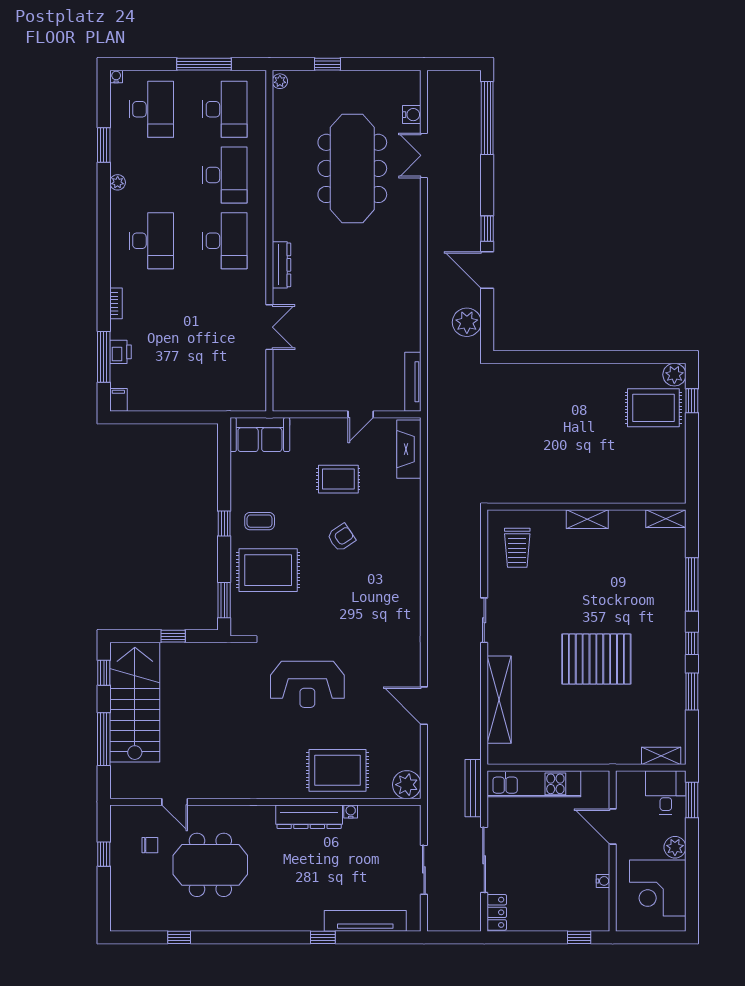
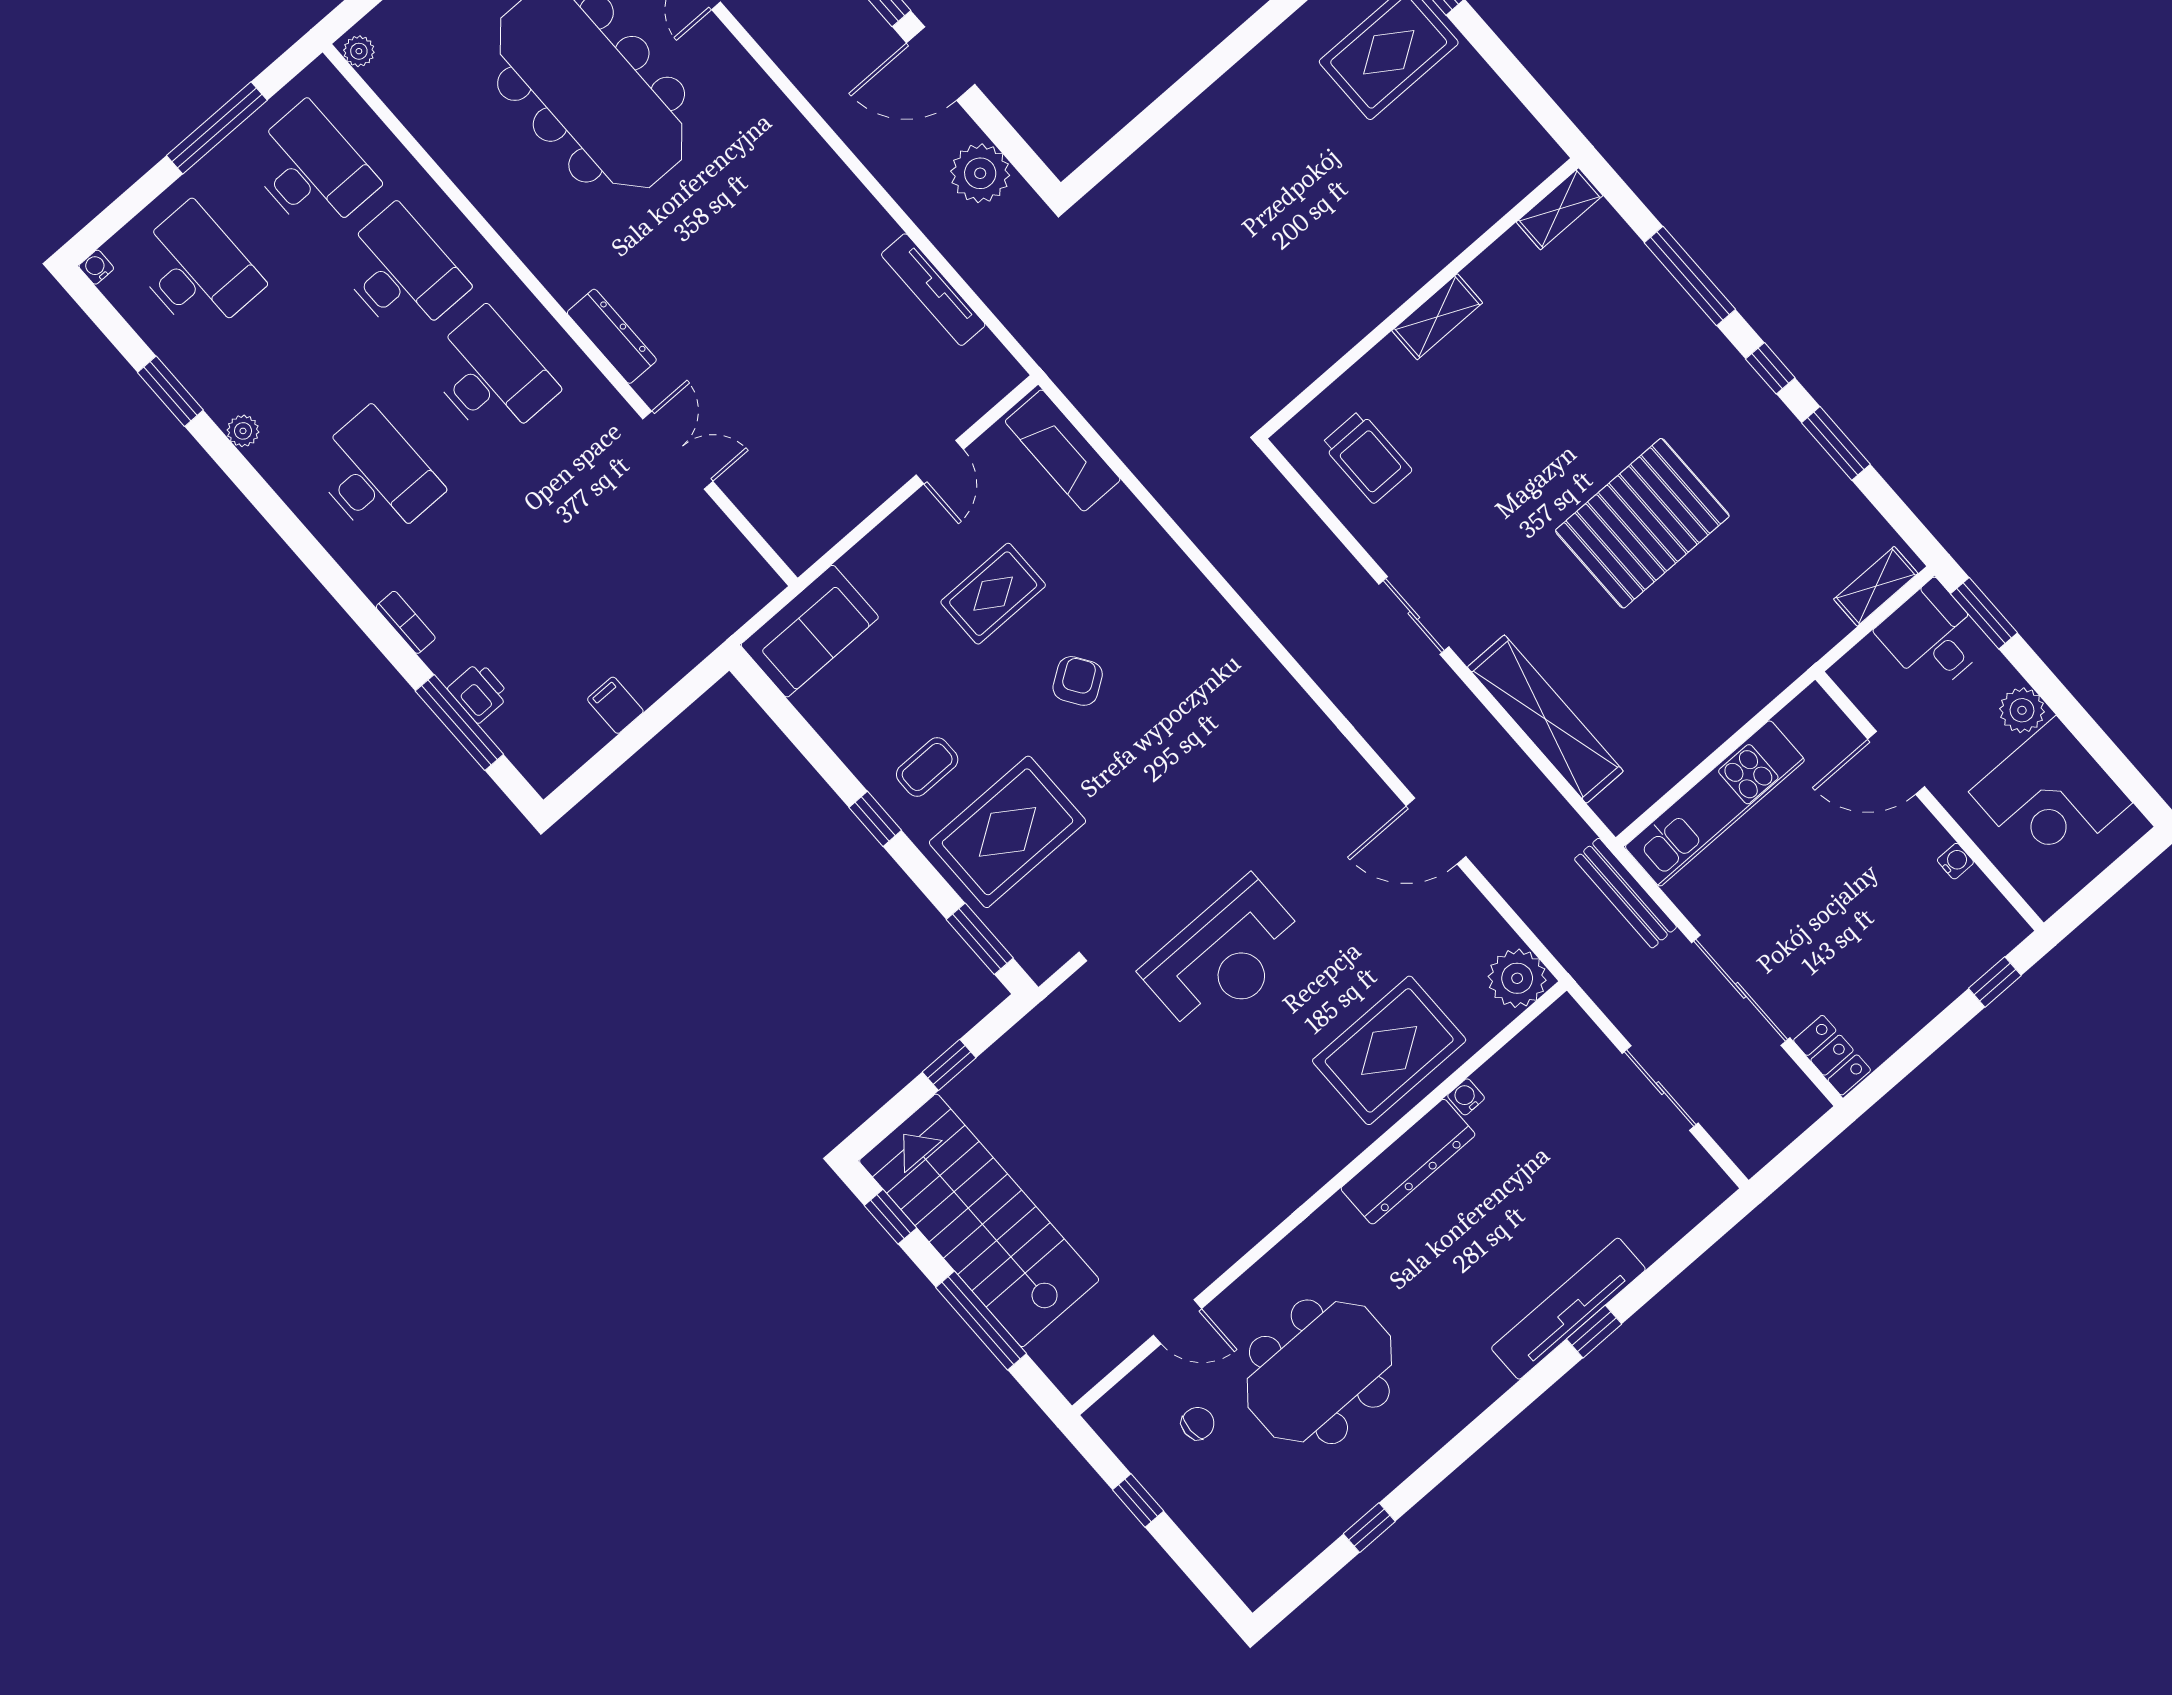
tv unit: (413, 382) -> (933, 290), moved
filing cabinet: (118, 400) -> (615, 705), moved
tv unit: (365, 921) -> (1568, 1309), moved

